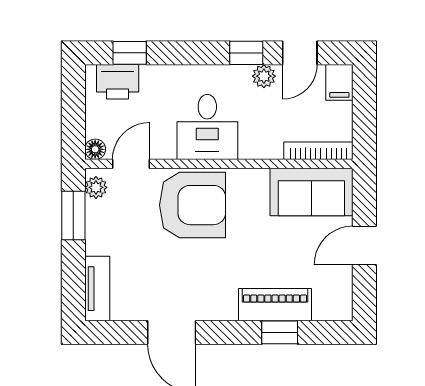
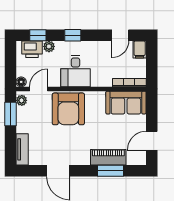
window: (246, 53) -> (73, 35), moved
plant: (264, 76) -> (49, 46), moved
armchair: (193, 205) -> (68, 109), turned 90
door: (364, 245) -> (152, 141), moved
window: (280, 332) -> (111, 171), width x1.50

